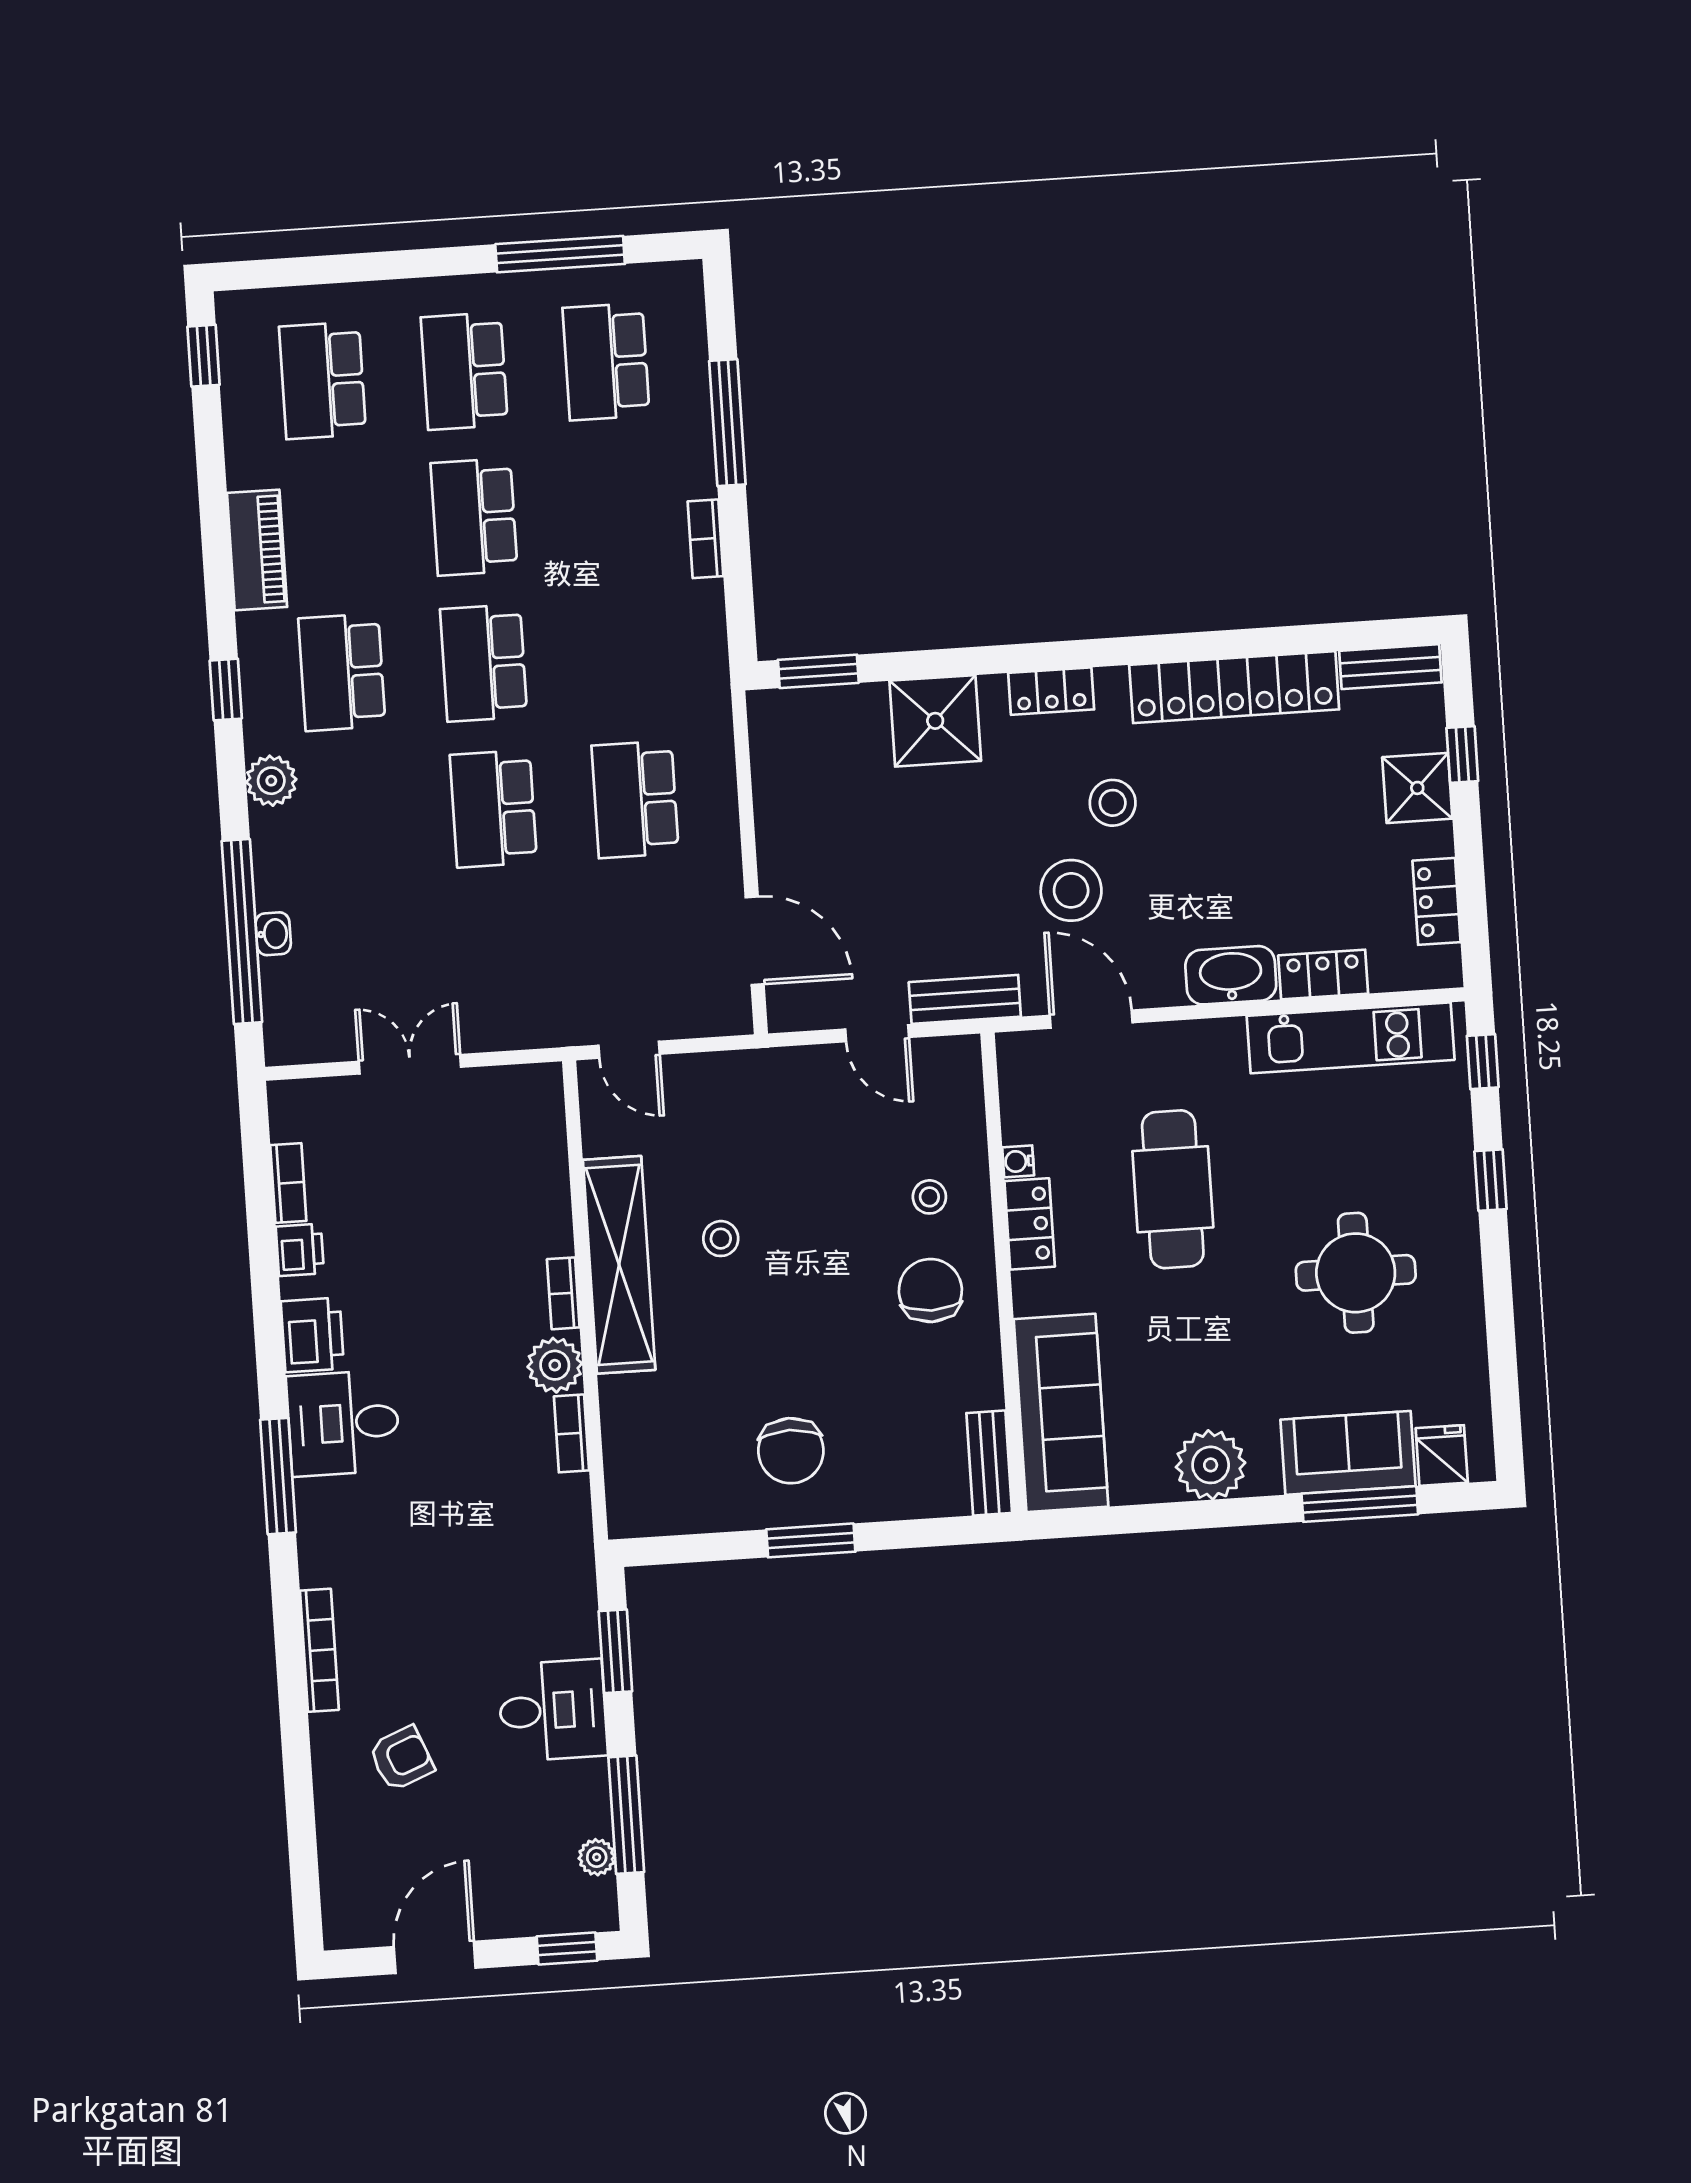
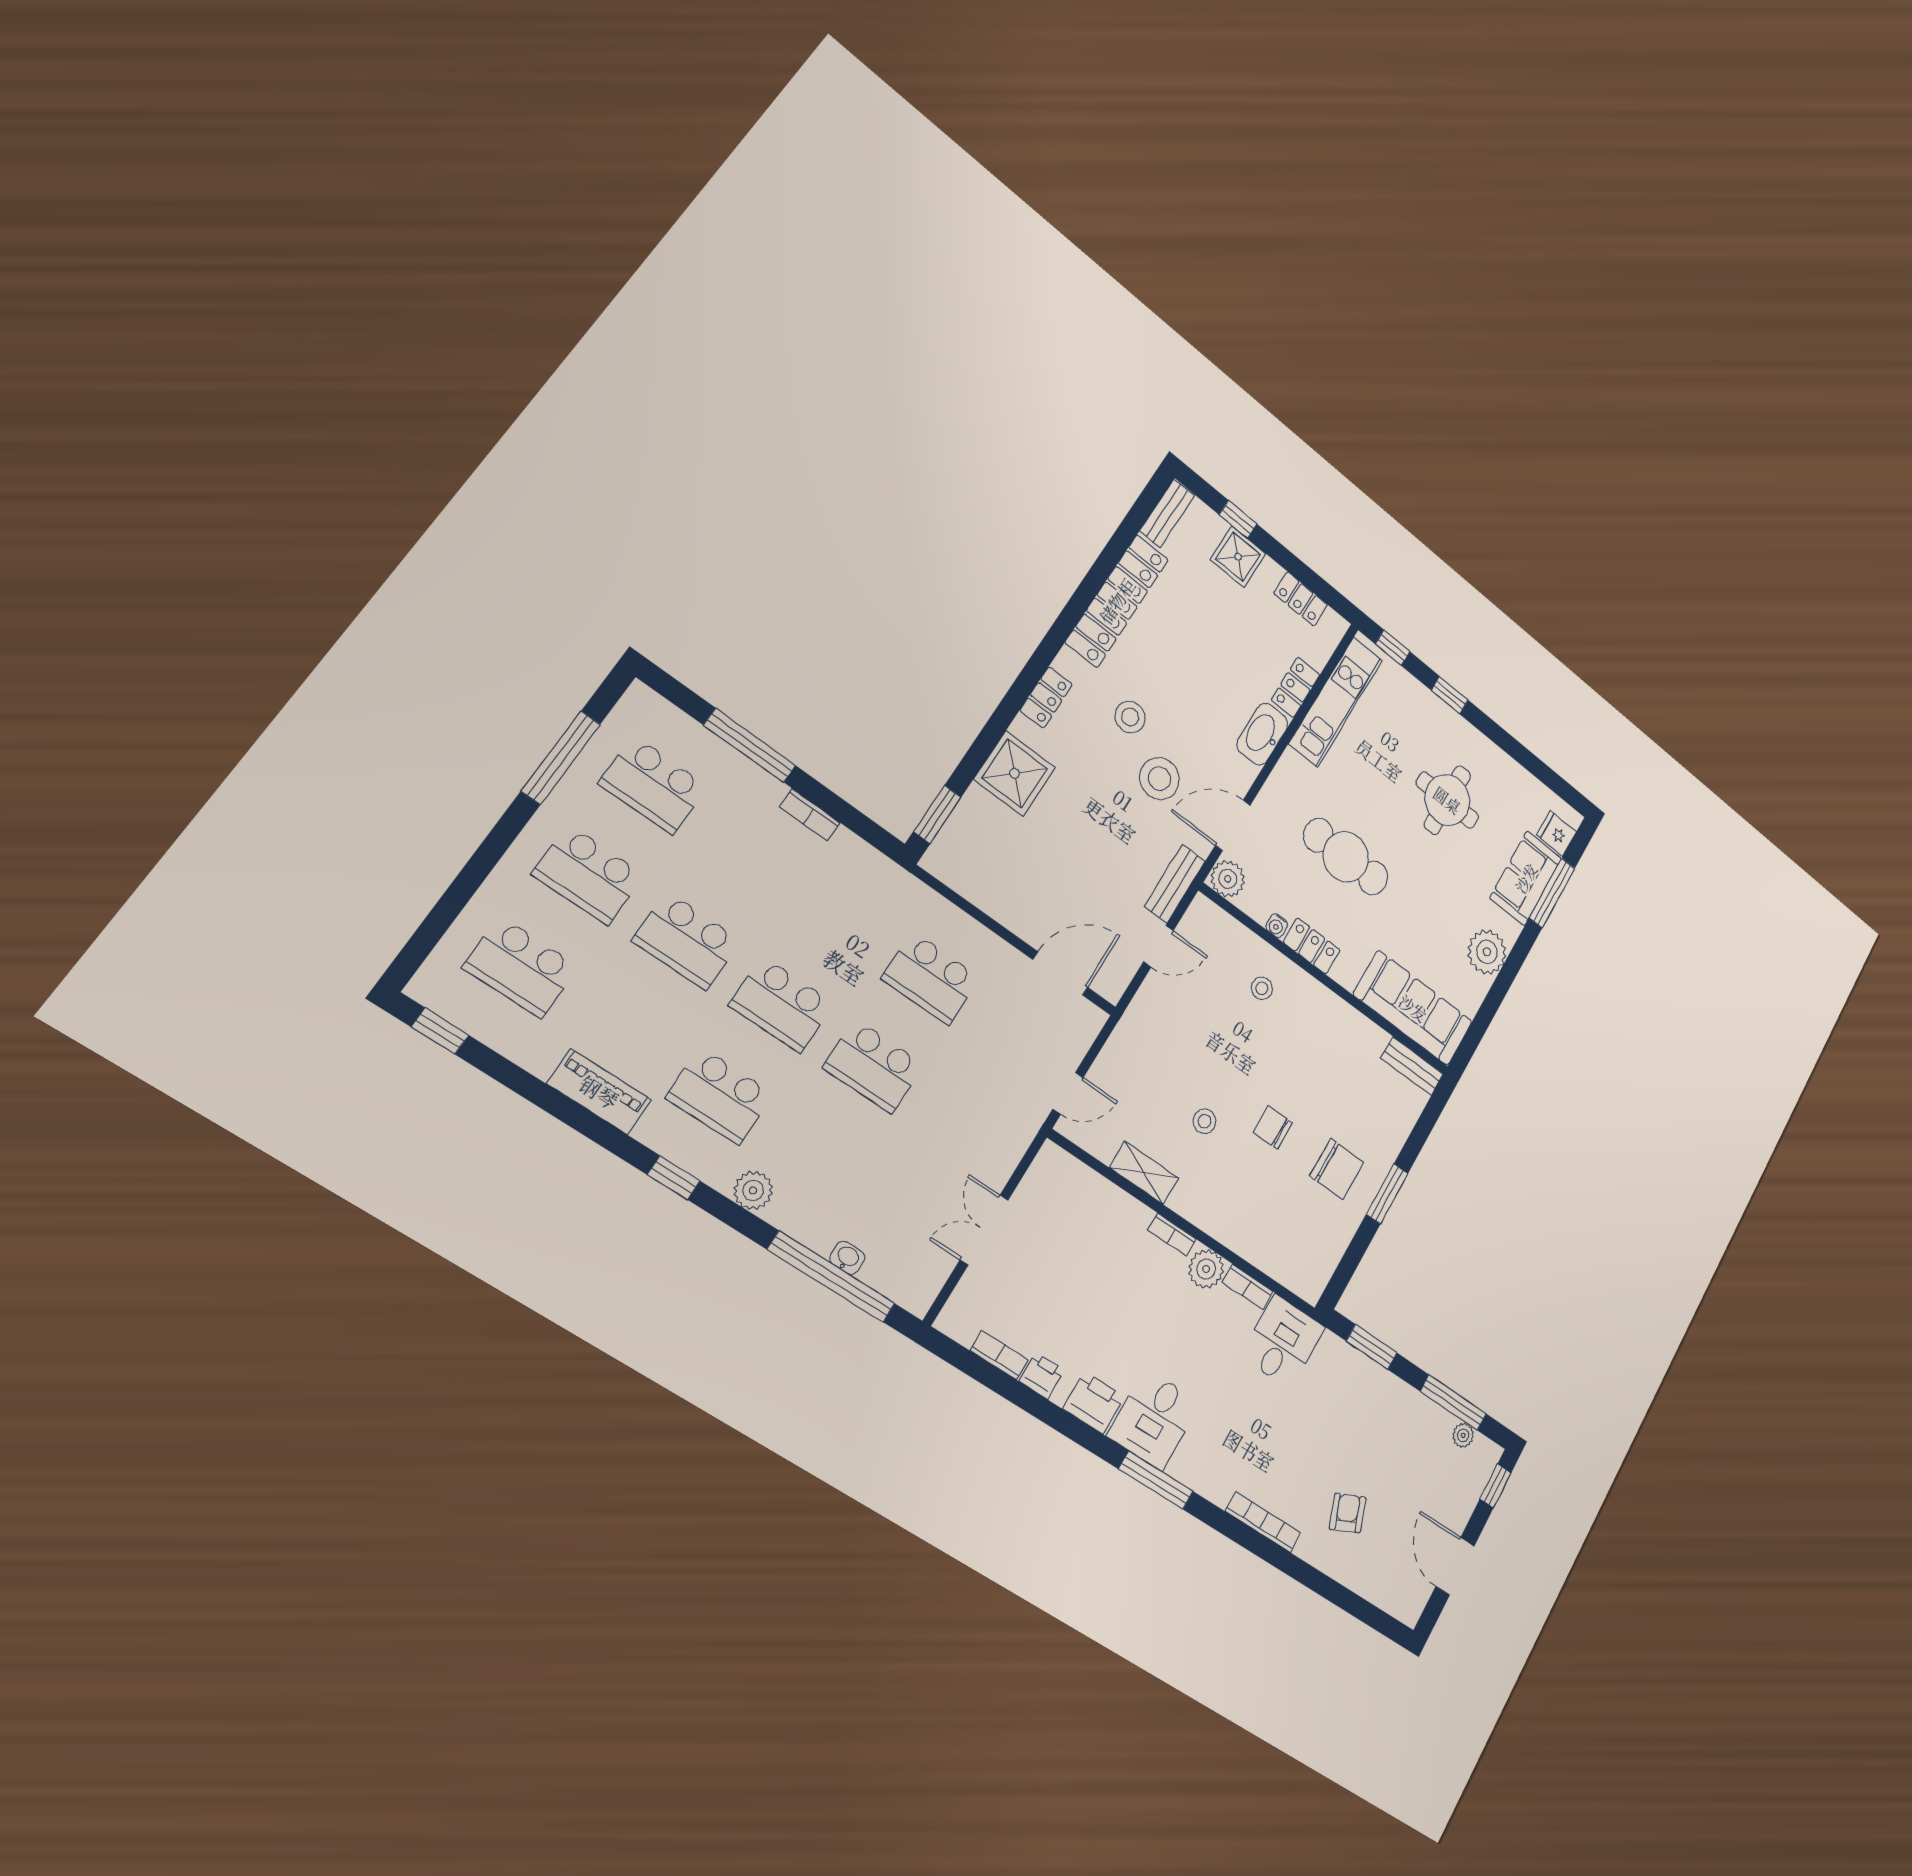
plant: (1023, 1059) -> (1228, 879), added
shelving: (619, 1265) -> (1144, 1173), width x0.45, depth x0.75
chair: (930, 1290) -> (1273, 1128), moved, width x0.73, depth x0.73
desk: (553, 1710) -> (1283, 1342), moved

